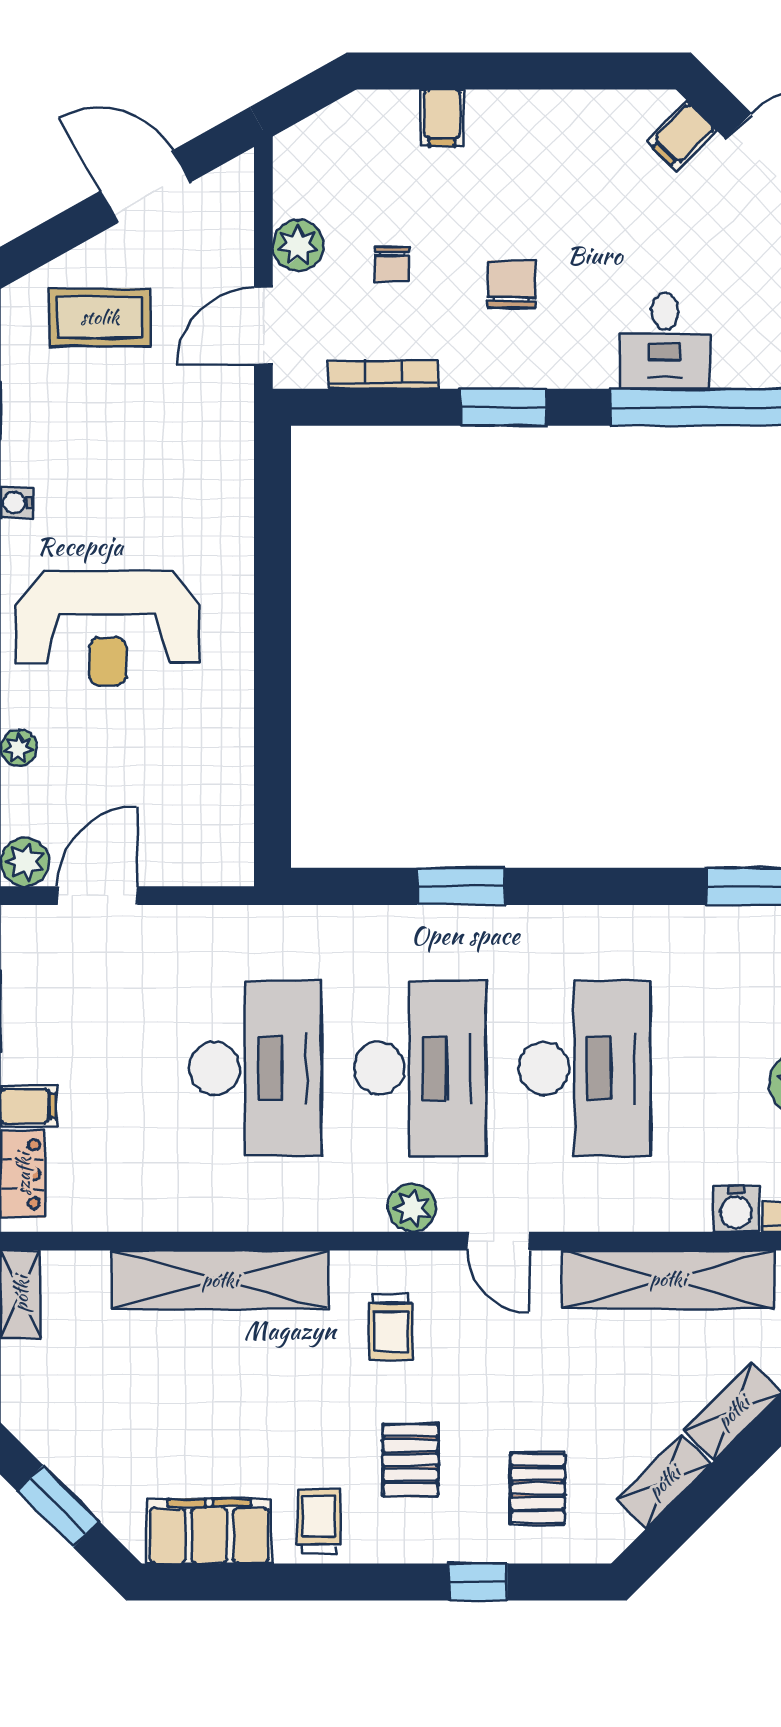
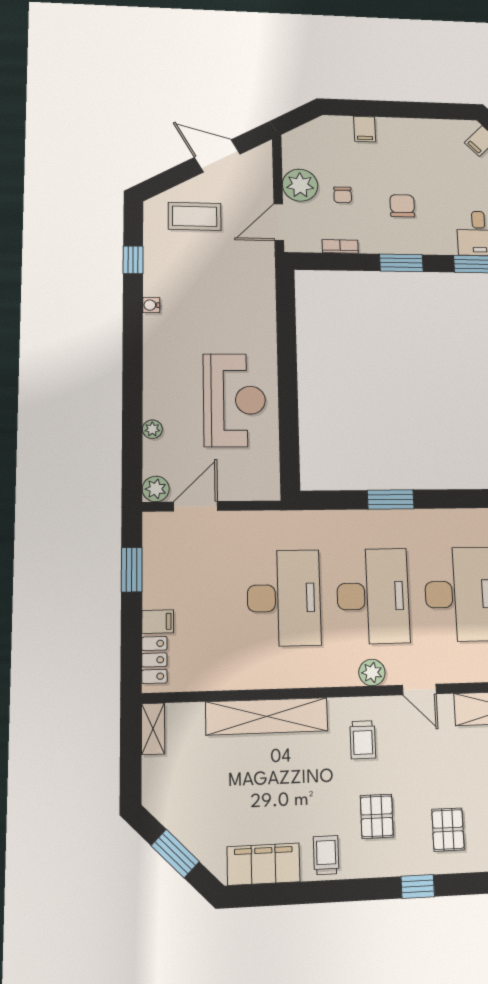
plant: (298, 245) -> (300, 185), width x1.36, depth x1.36
bookcase: (383, 375) -> (340, 246), width x0.64
reception desk: (108, 628) -> (234, 400), moved, turned -90

